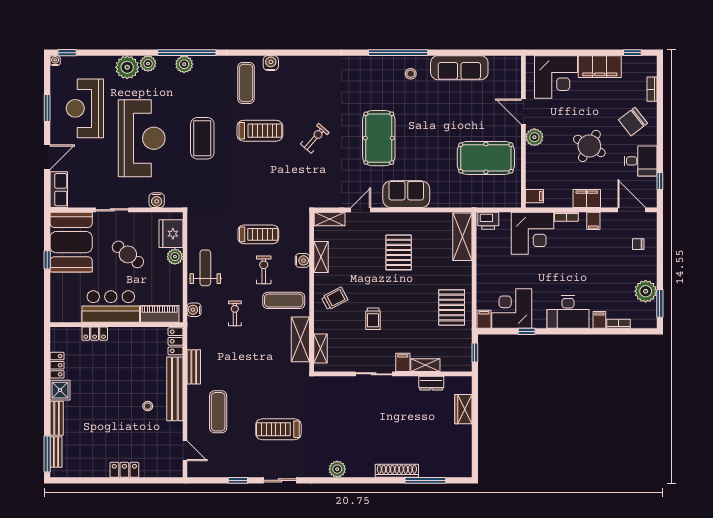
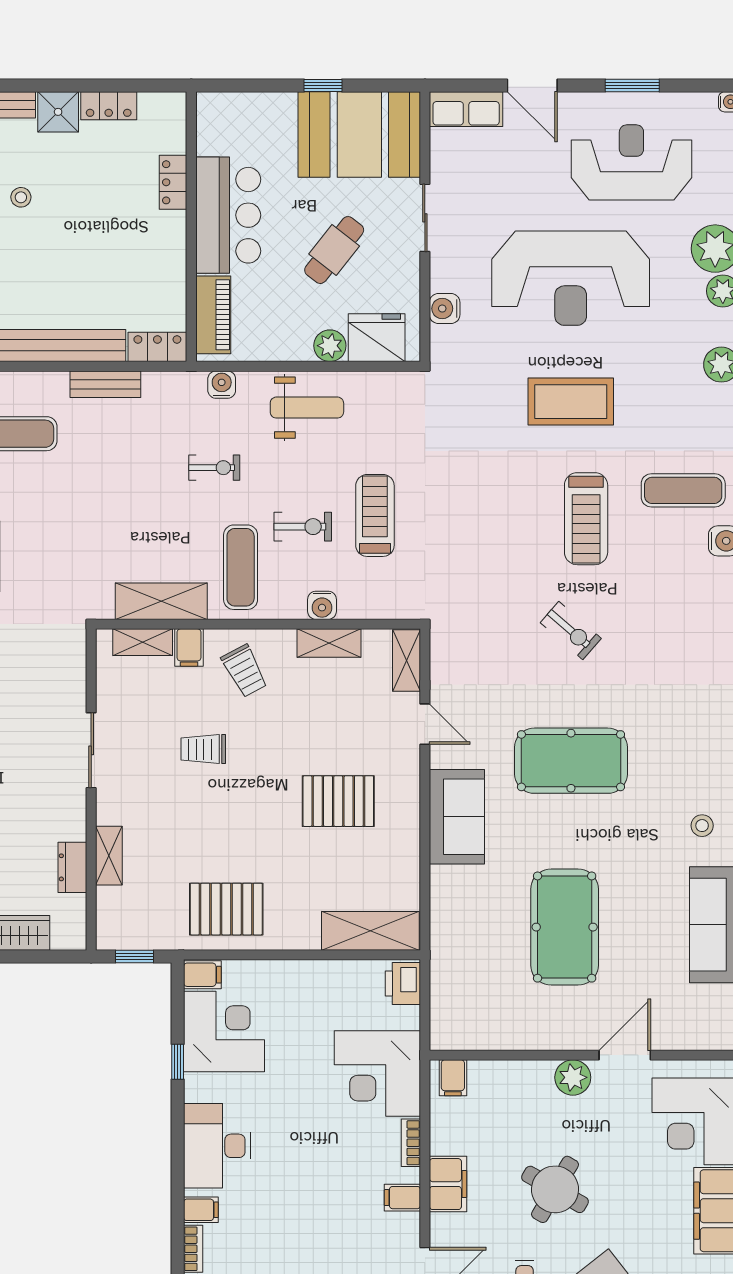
pool table: (486, 158) -> (565, 927), moved
treadmill: (258, 234) -> (375, 515), turned 180
filing cabinet: (403, 362) -> (189, 648), moved, turned 90
stool: (148, 406) -> (21, 197), moved

